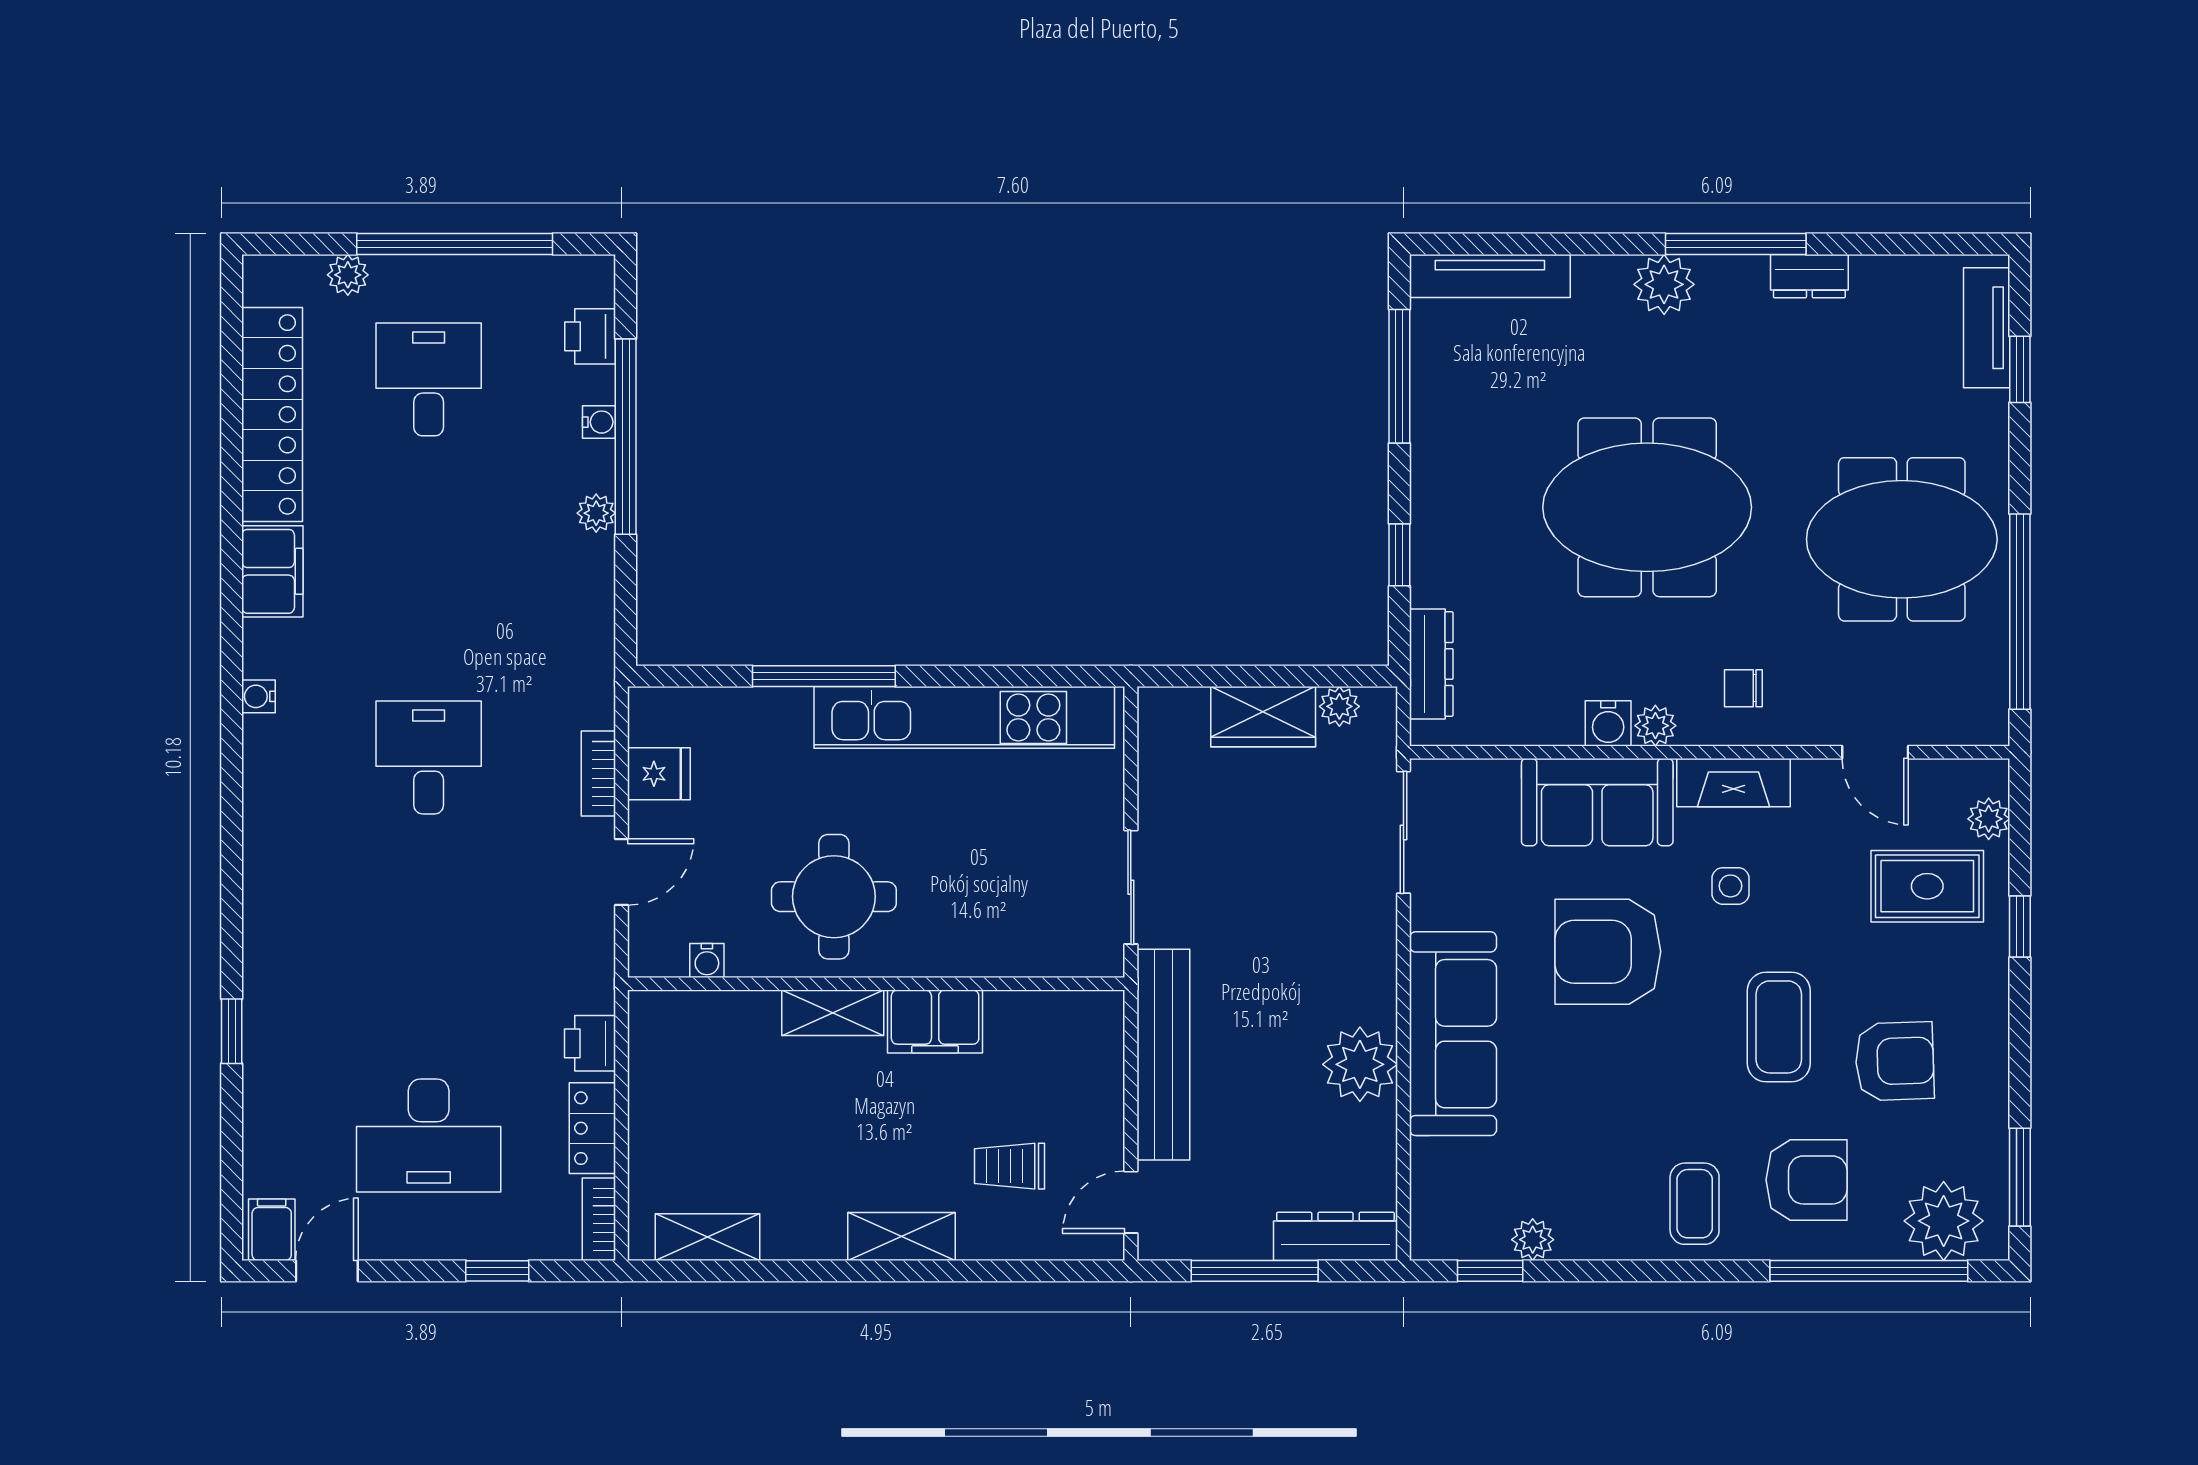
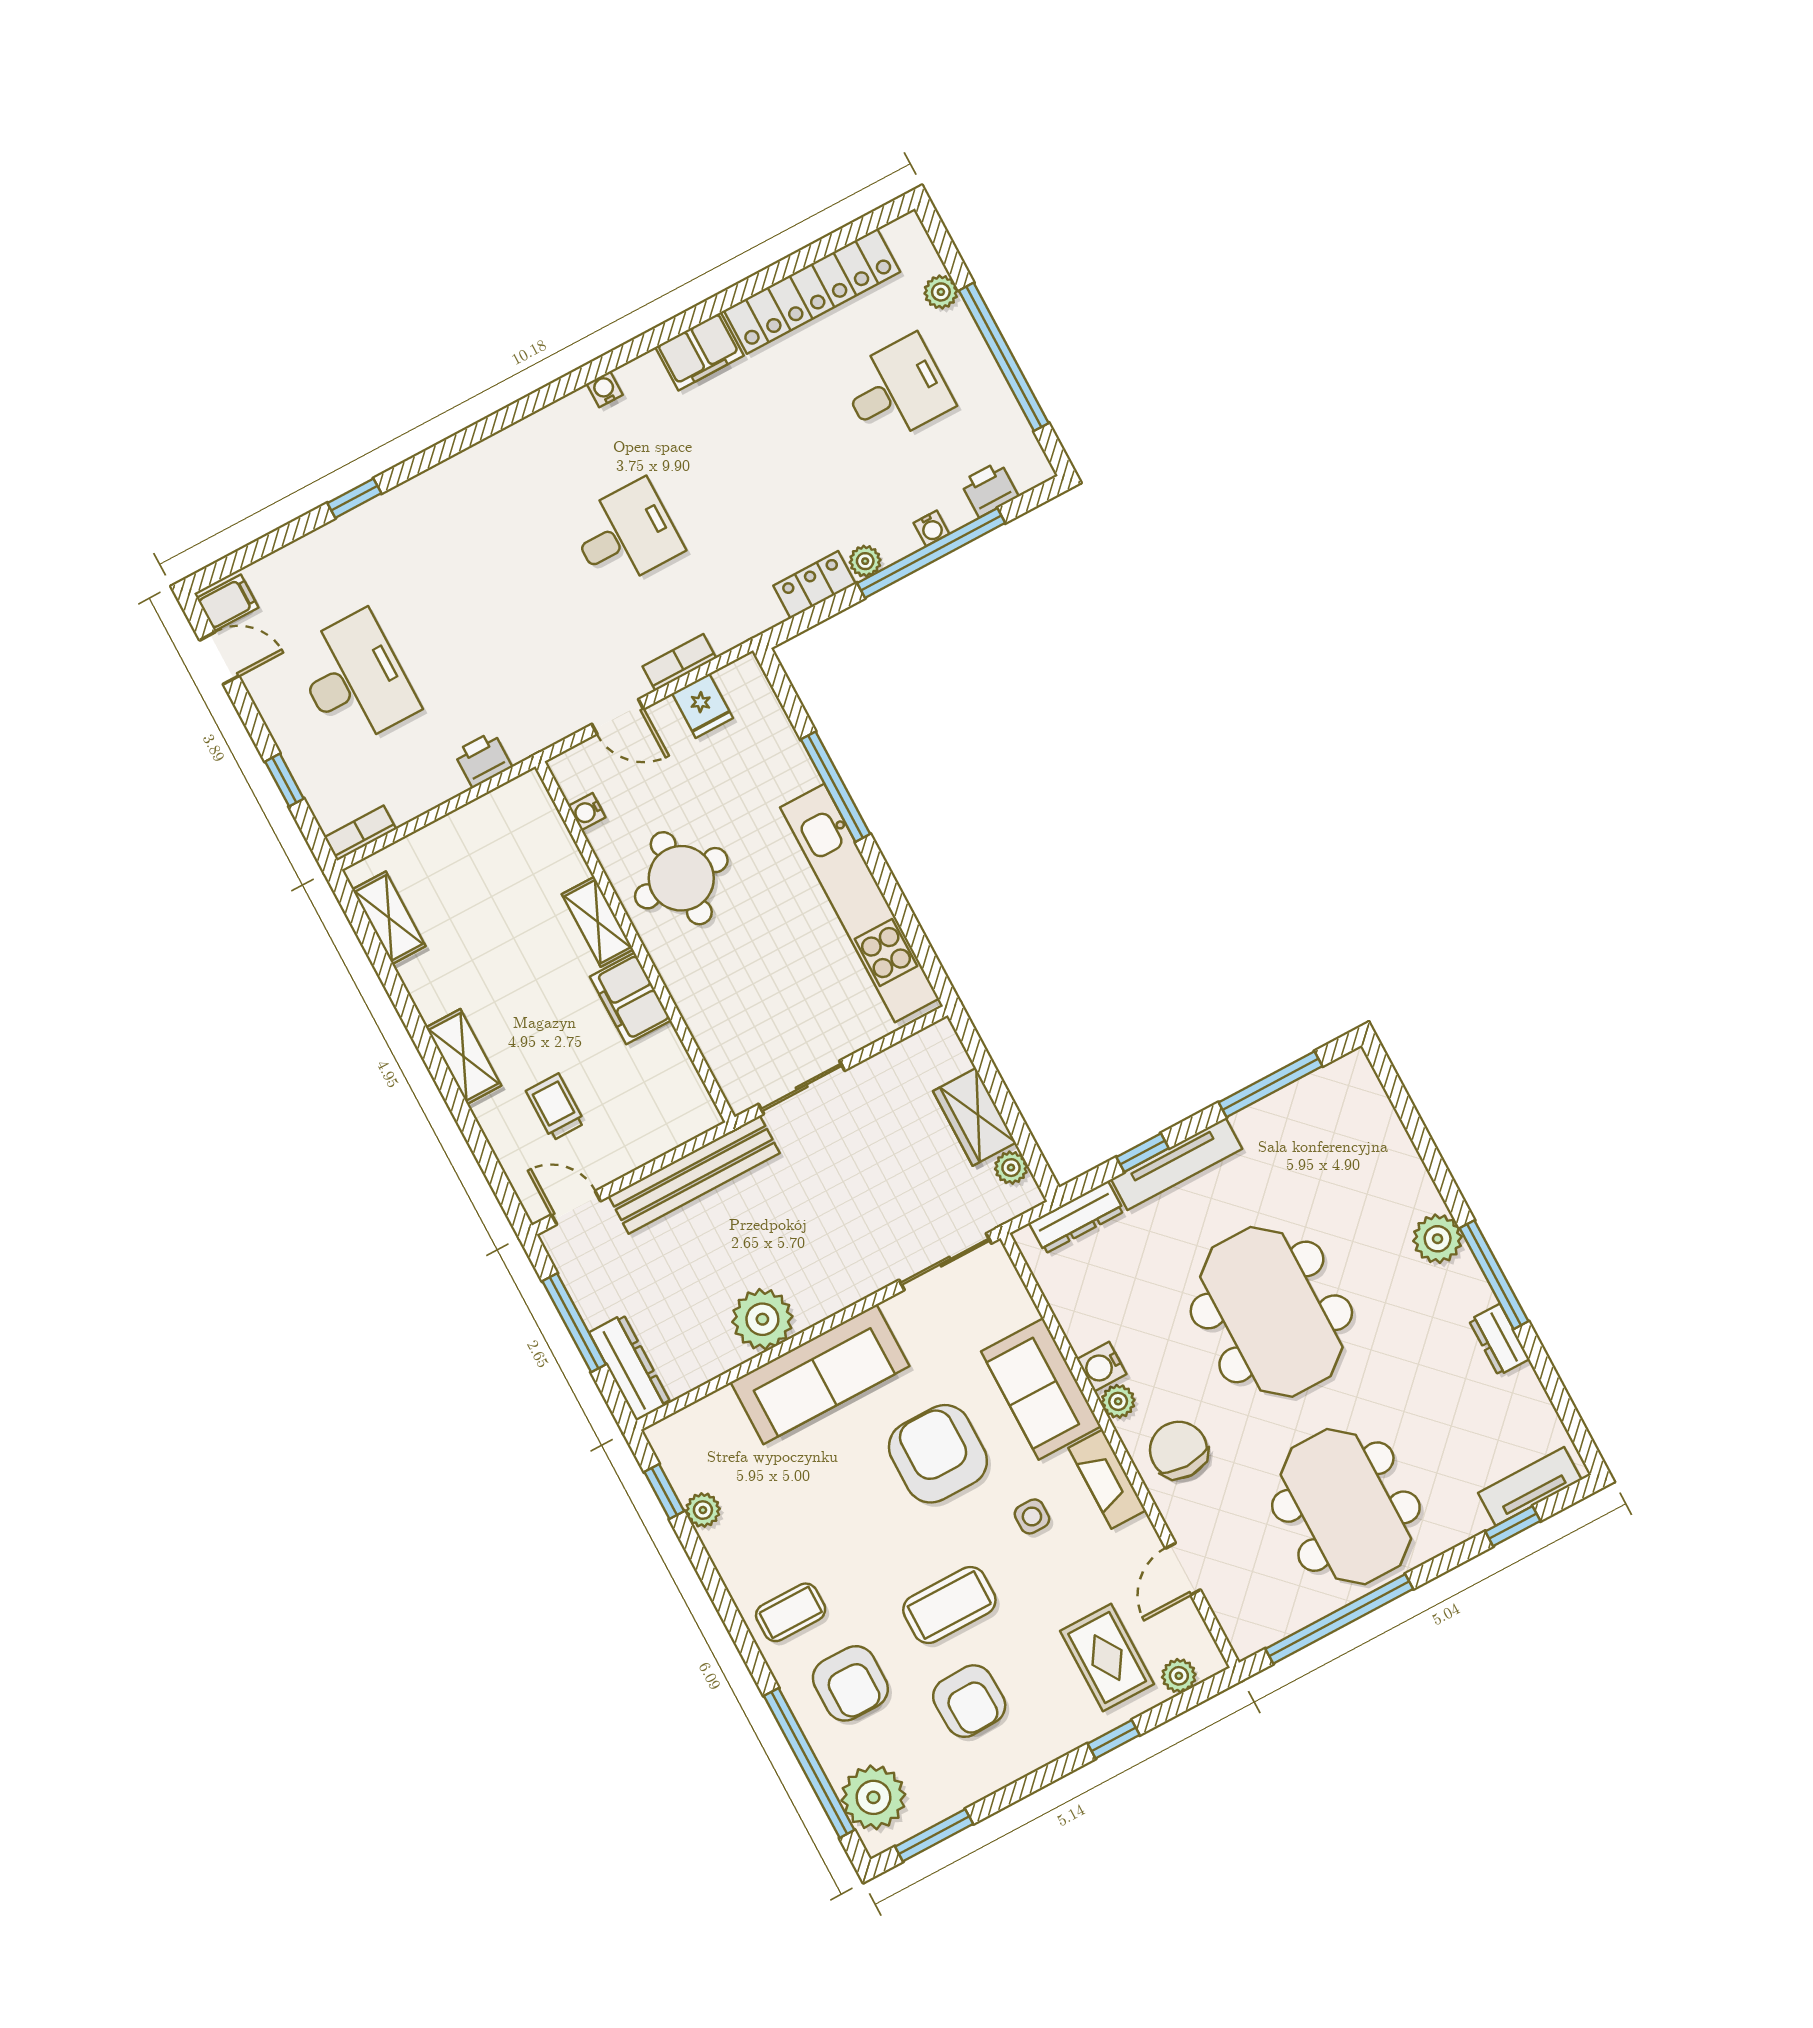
tv unit: (1490, 276) -> (1177, 1164), moved, turned -90
chair: (1743, 688) -> (1179, 1450), width x1.87, depth x1.87
locker: (592, 1128) -> (814, 585), moved
desk: (429, 1135) -> (355, 679), turned 180

